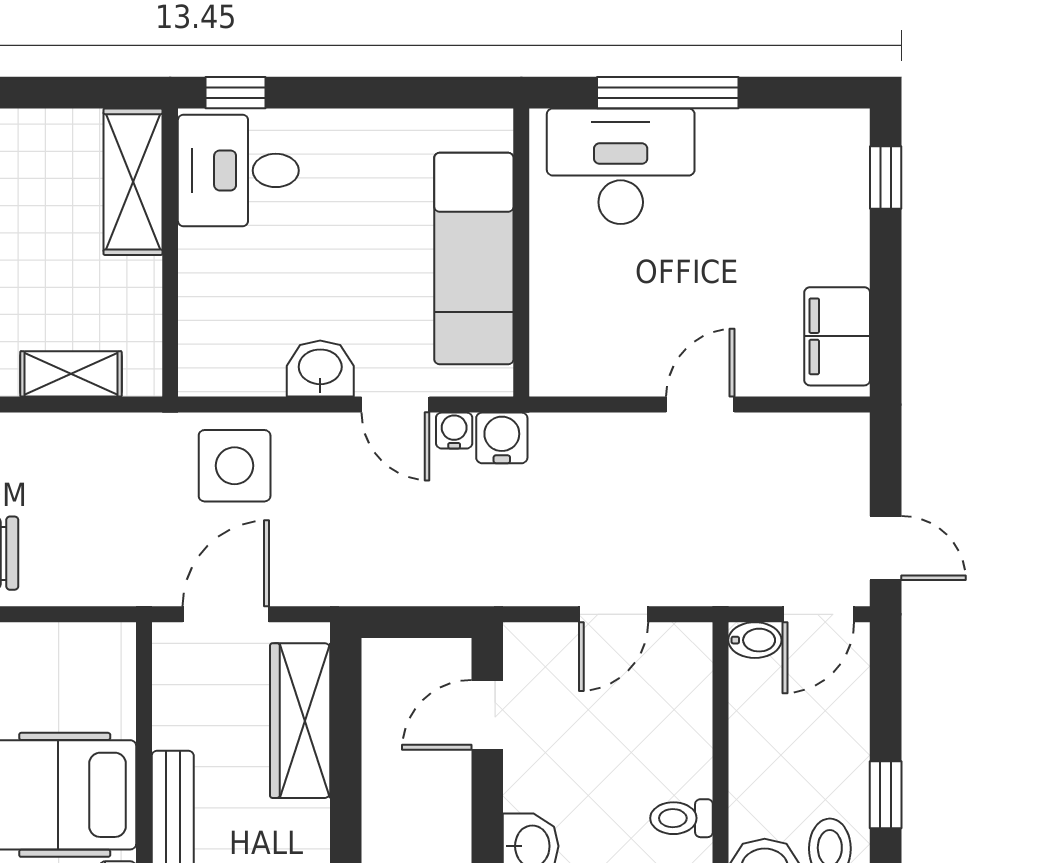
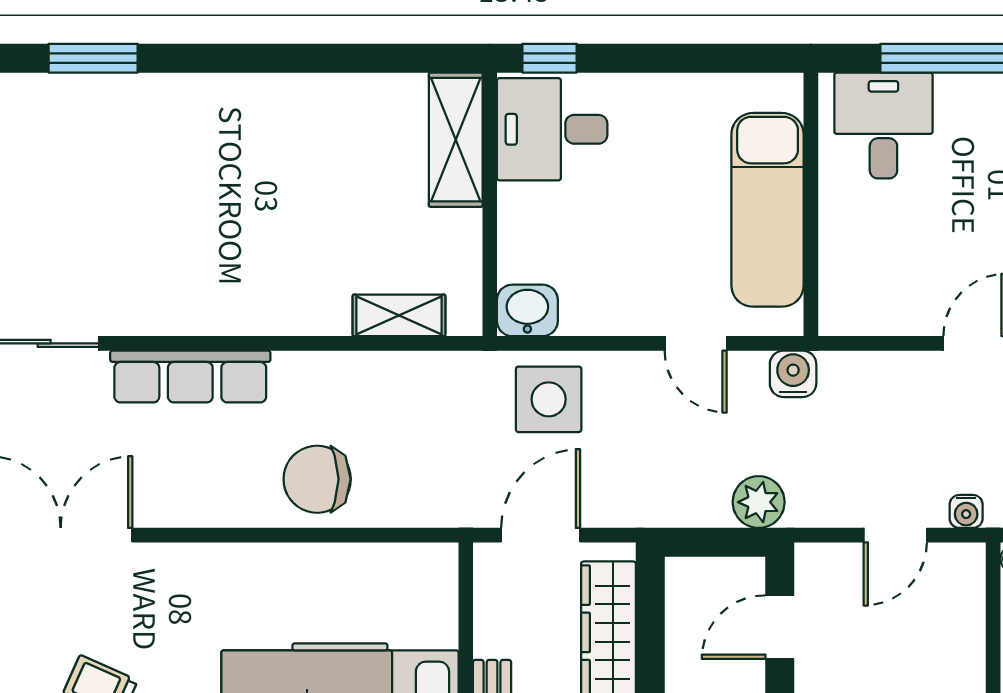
desk: (621, 166) -> (883, 125), width x0.73
washbasin: (320, 368) -> (527, 310), moved
water cooler: (454, 431) -> (966, 511), moved, turned 180
plant: (464, 578) -> (759, 502), added

